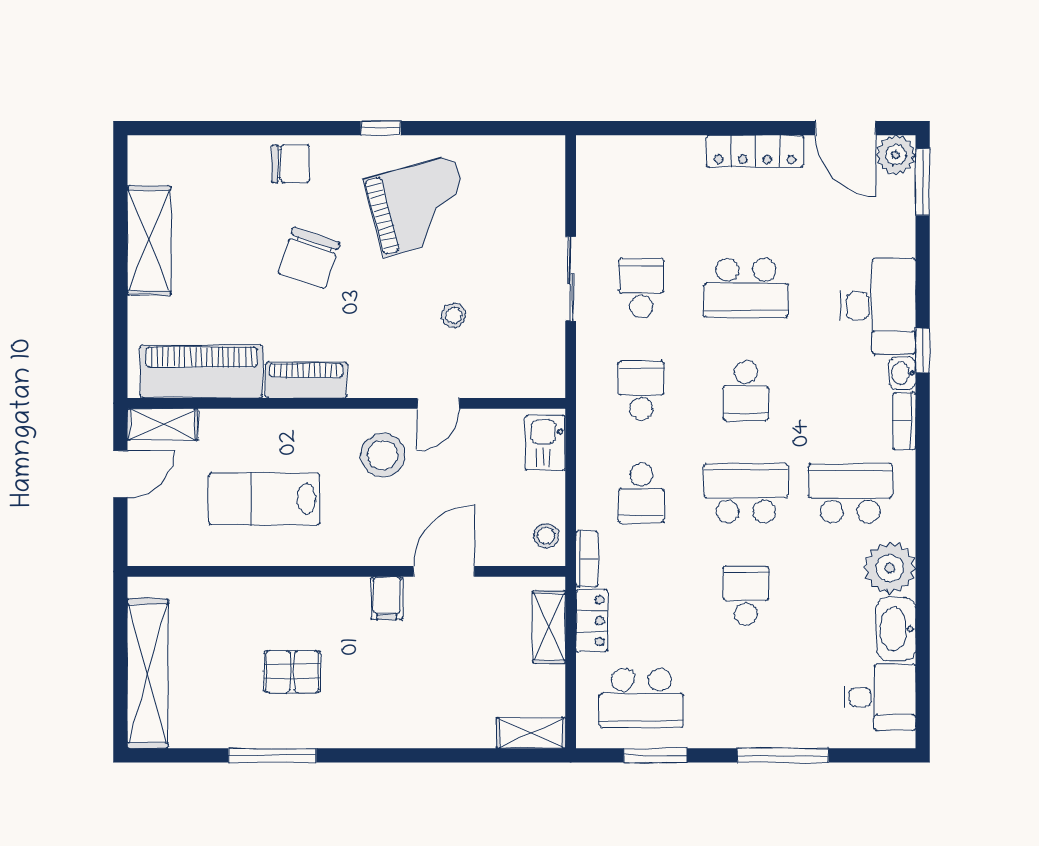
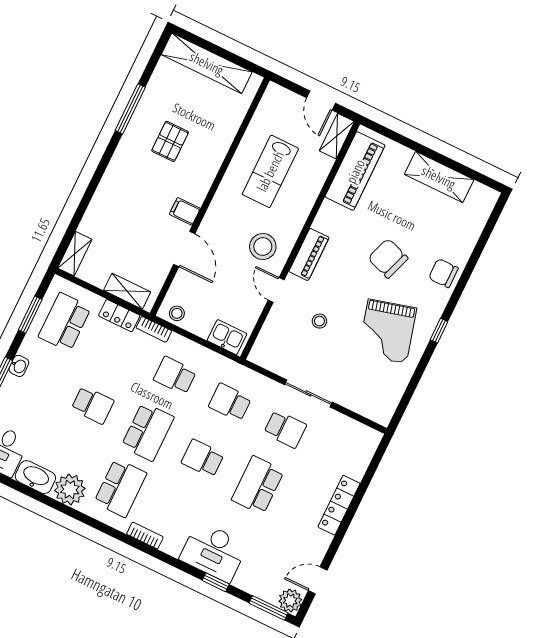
door: (845, 128) -> (318, 580), width x0.73
locker: (755, 151) -> (339, 505), moved
chair: (291, 164) -> (443, 273), turned 90
window: (923, 350) -> (216, 582), moved
washbasin: (902, 373) -> (19, 366), moved, turned 90
piano: (306, 380) -> (309, 254), moved
school desk: (641, 391) -> (230, 402), turned 180
lab bench: (264, 499) -> (270, 171), turned 180

